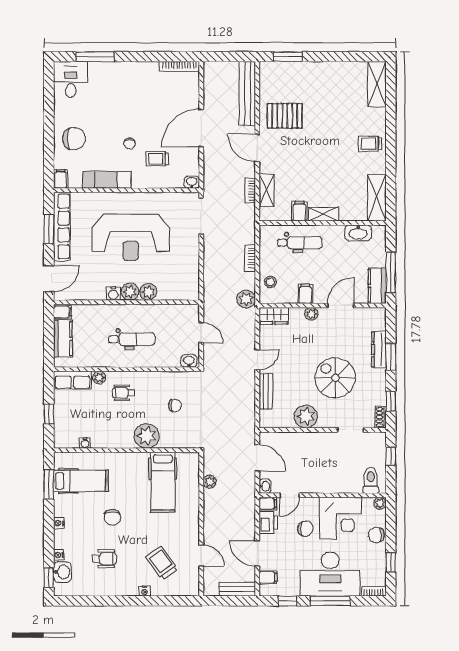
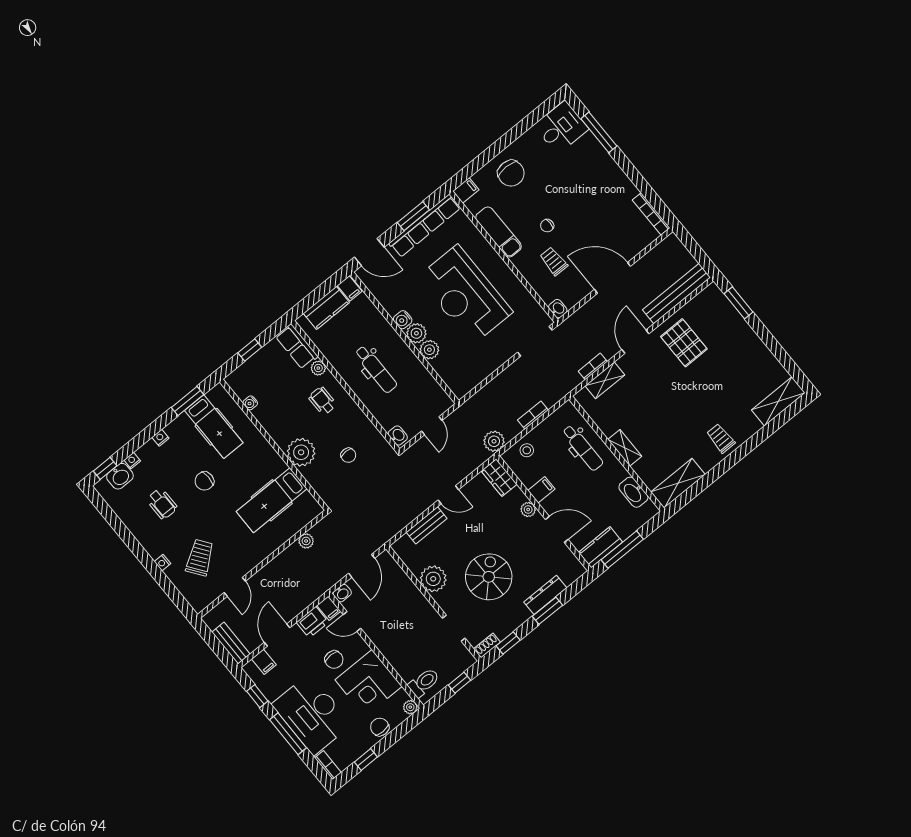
filing cabinet: (299, 211) -> (610, 425), removed

